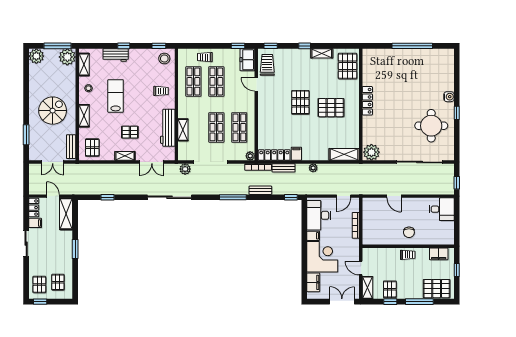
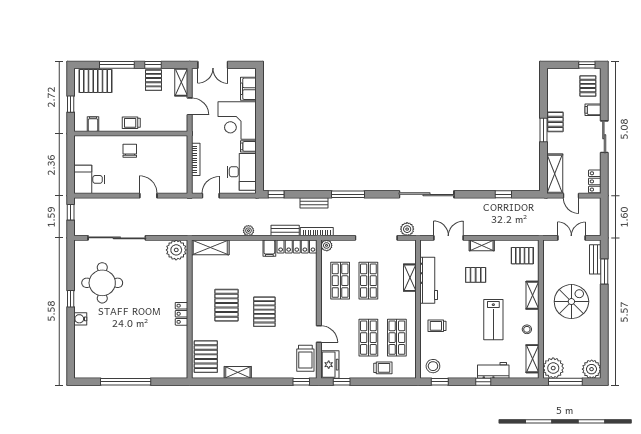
window: (305, 46) -> (259, 382), removed
locker: (367, 101) -> (181, 314), width x0.66
pallet: (331, 108) -> (226, 305), turned 90
spiral stairs: (53, 111) -> (571, 302), turned 180
bench: (71, 147) -> (595, 259), moved
pallet: (92, 148) -> (522, 256), turned 90
filing cabinet: (35, 223) -> (593, 110), moved
filing cabinet: (439, 254) -> (93, 124), width x0.50
pallet: (58, 282) -> (555, 122), moved

